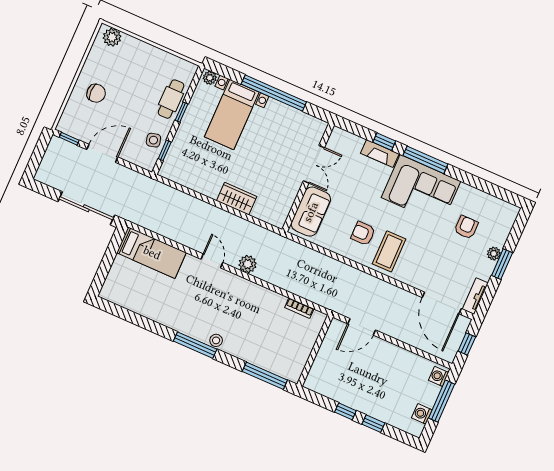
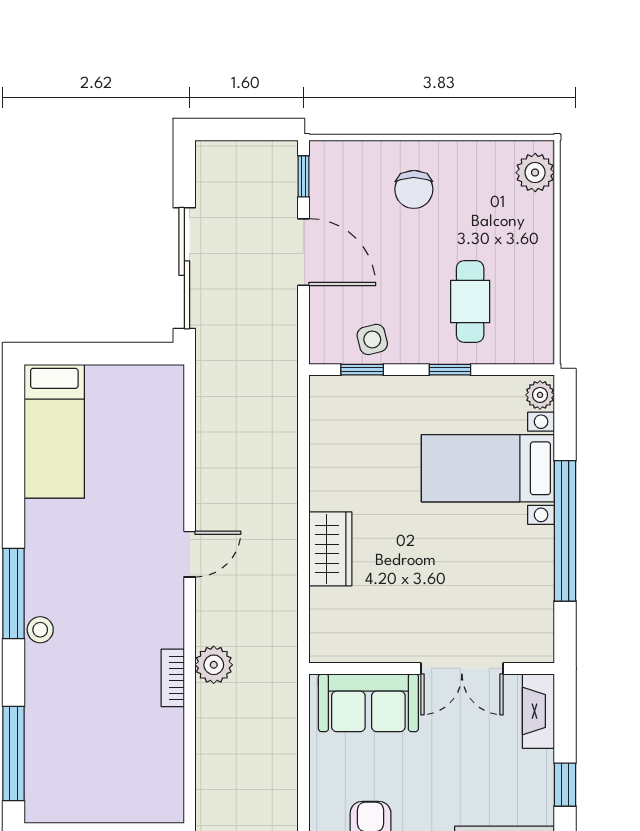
cafe table: (171, 99) -> (470, 302), moved, turned 90
fireplace: (380, 154) -> (538, 711), moved
bed: (152, 253) -> (54, 431), moved
plant: (248, 264) -> (214, 665), moved
bookcase: (299, 308) -> (173, 678), moved

